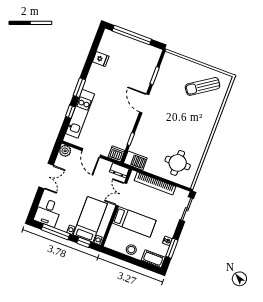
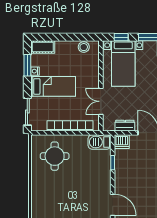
dresser: (119, 170) -> (125, 126), moved
double door: (121, 194) -> (101, 101), swing flipped
bed: (134, 222) -> (53, 86), moved, turned 180
stool: (131, 250) -> (84, 47), moved

